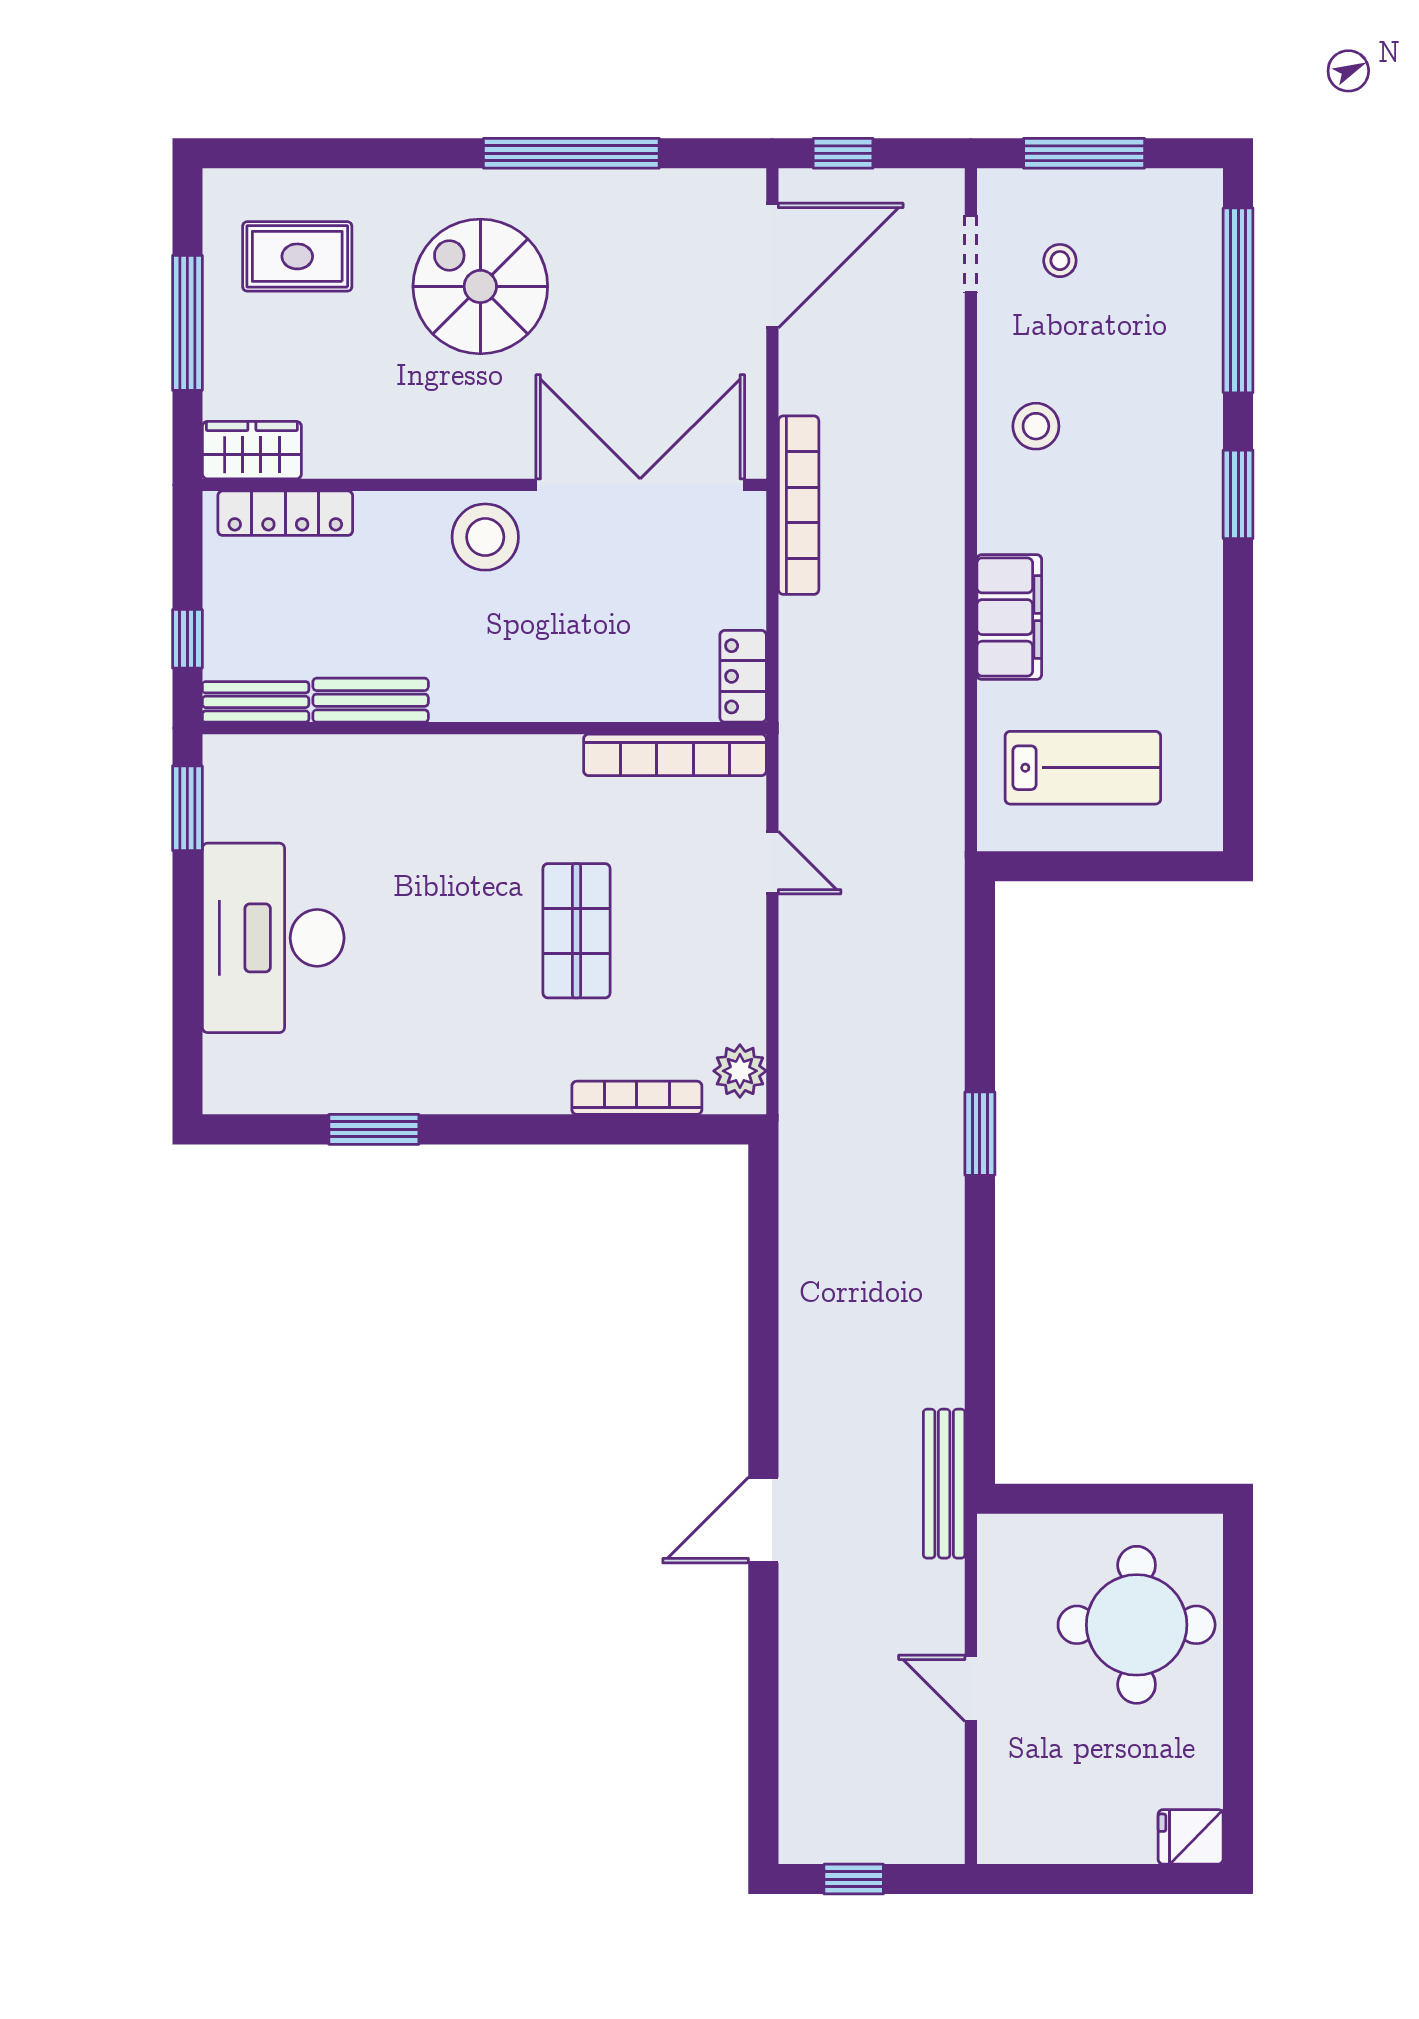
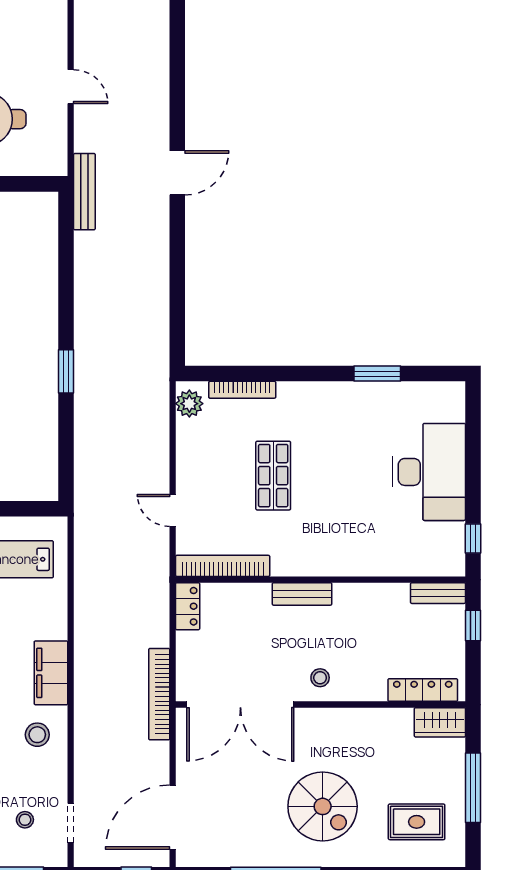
stool: (485, 537) -> (320, 678), width x0.53, depth x0.53
filing cabinet: (1009, 617) -> (51, 673), moved
bench: (371, 700) -> (302, 594), moved
window: (187, 808) -> (473, 539), width x0.67

